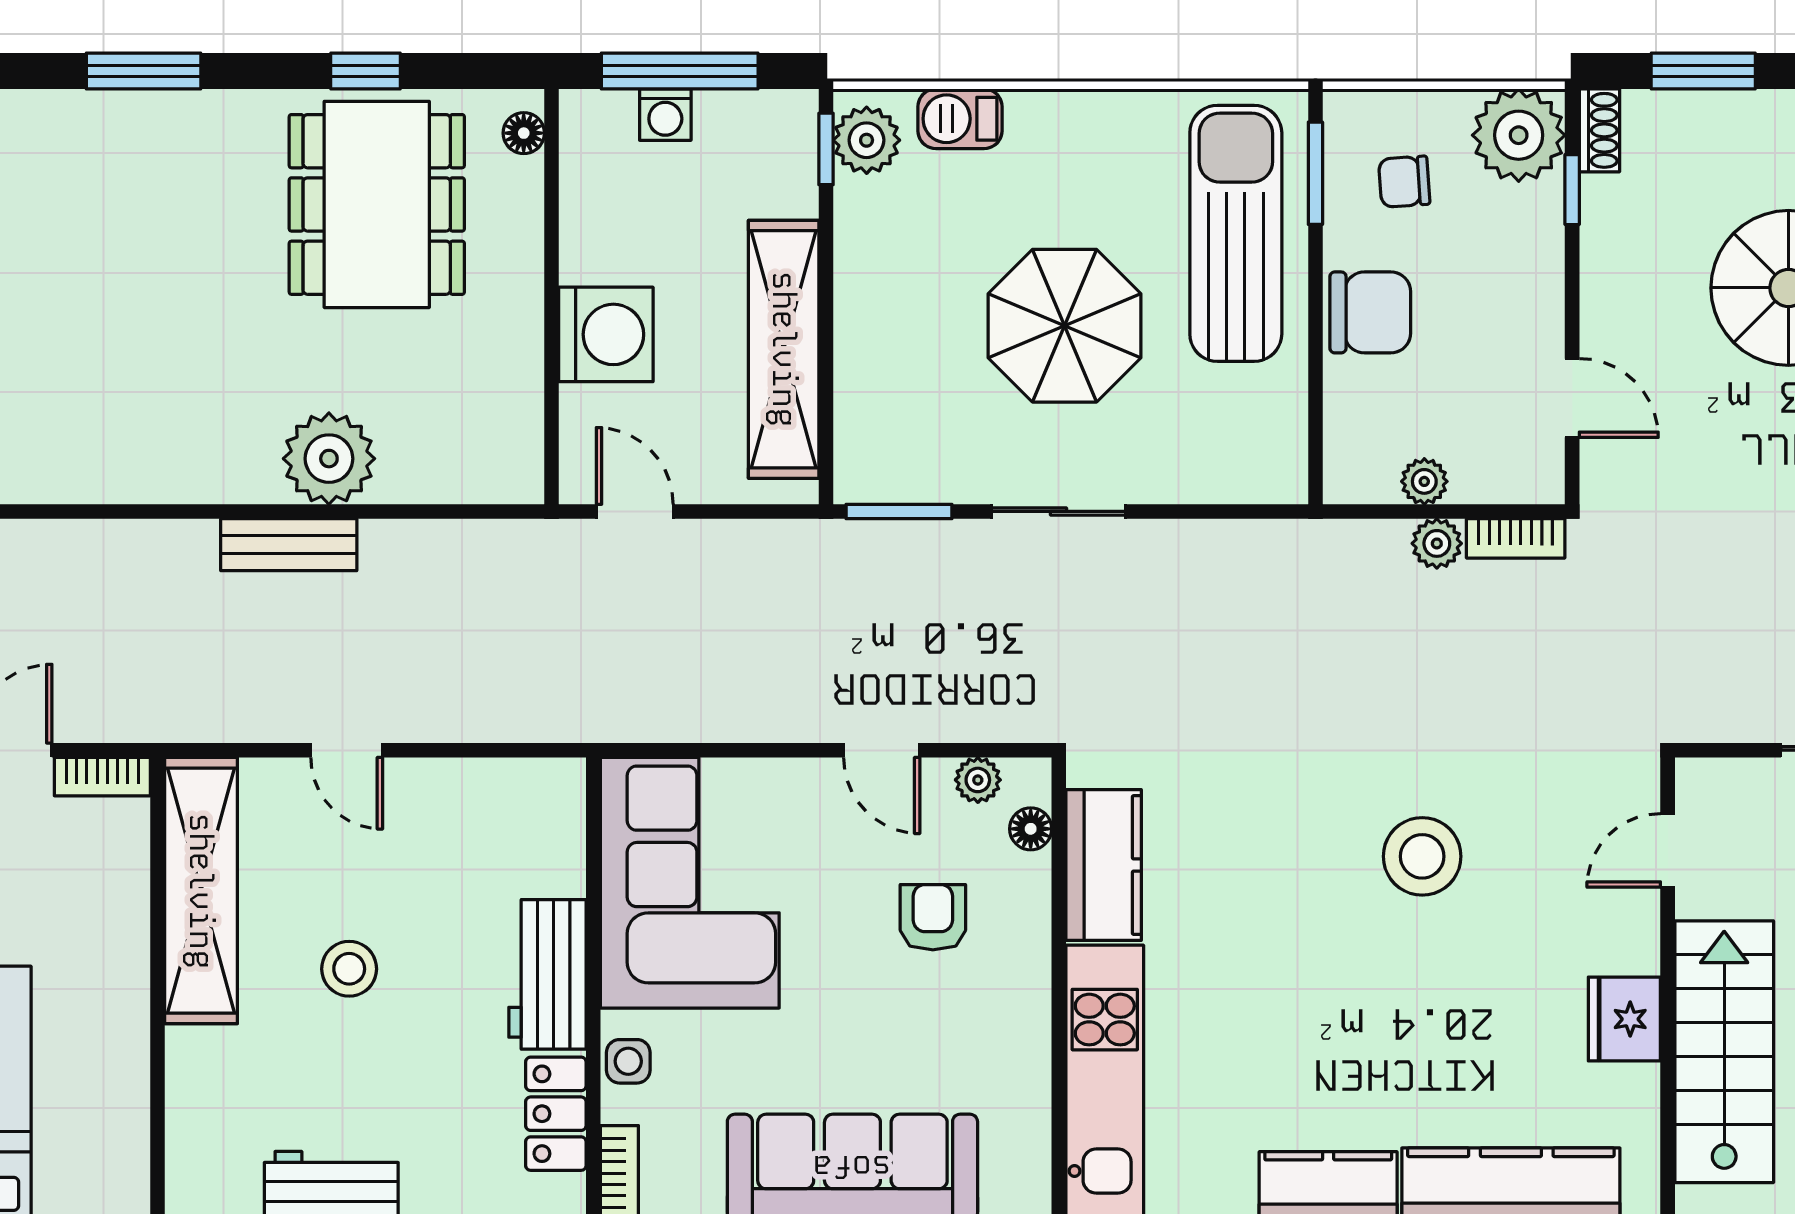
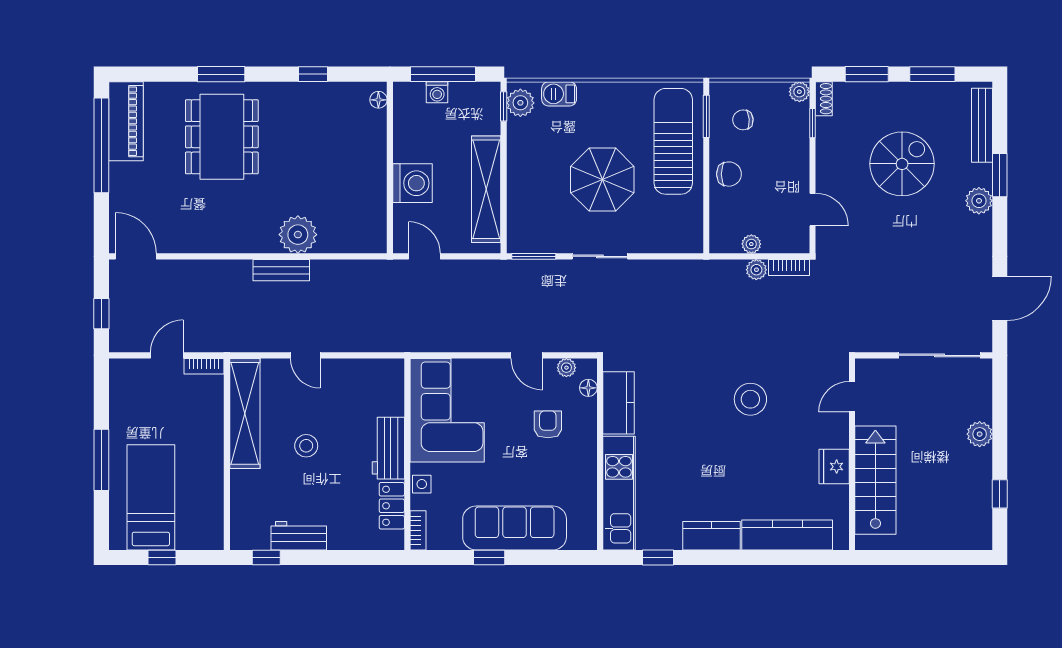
plant: (1519, 135) -> (799, 92), width x0.53, depth x0.53
dining table: (377, 204) -> (222, 137), moved
chair: (1370, 312) -> (729, 174), width x0.73, depth x0.73

